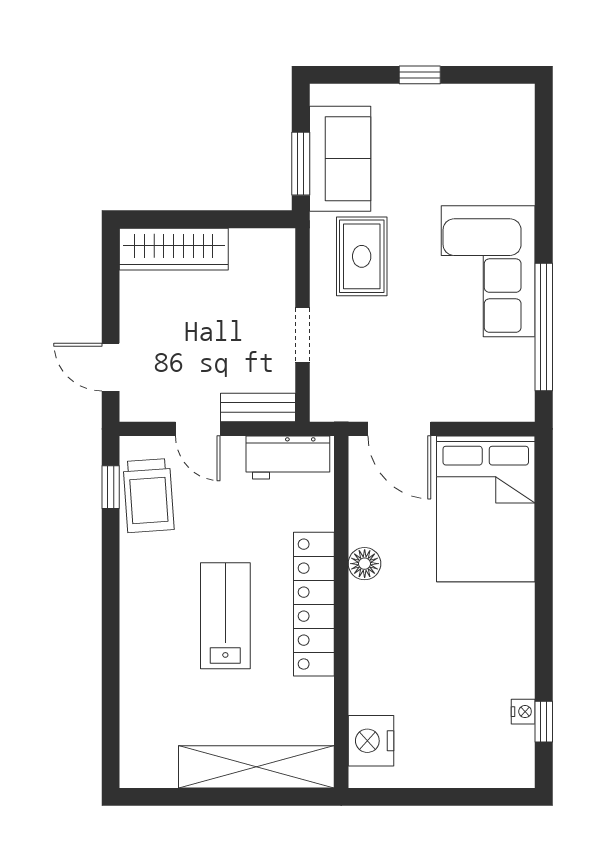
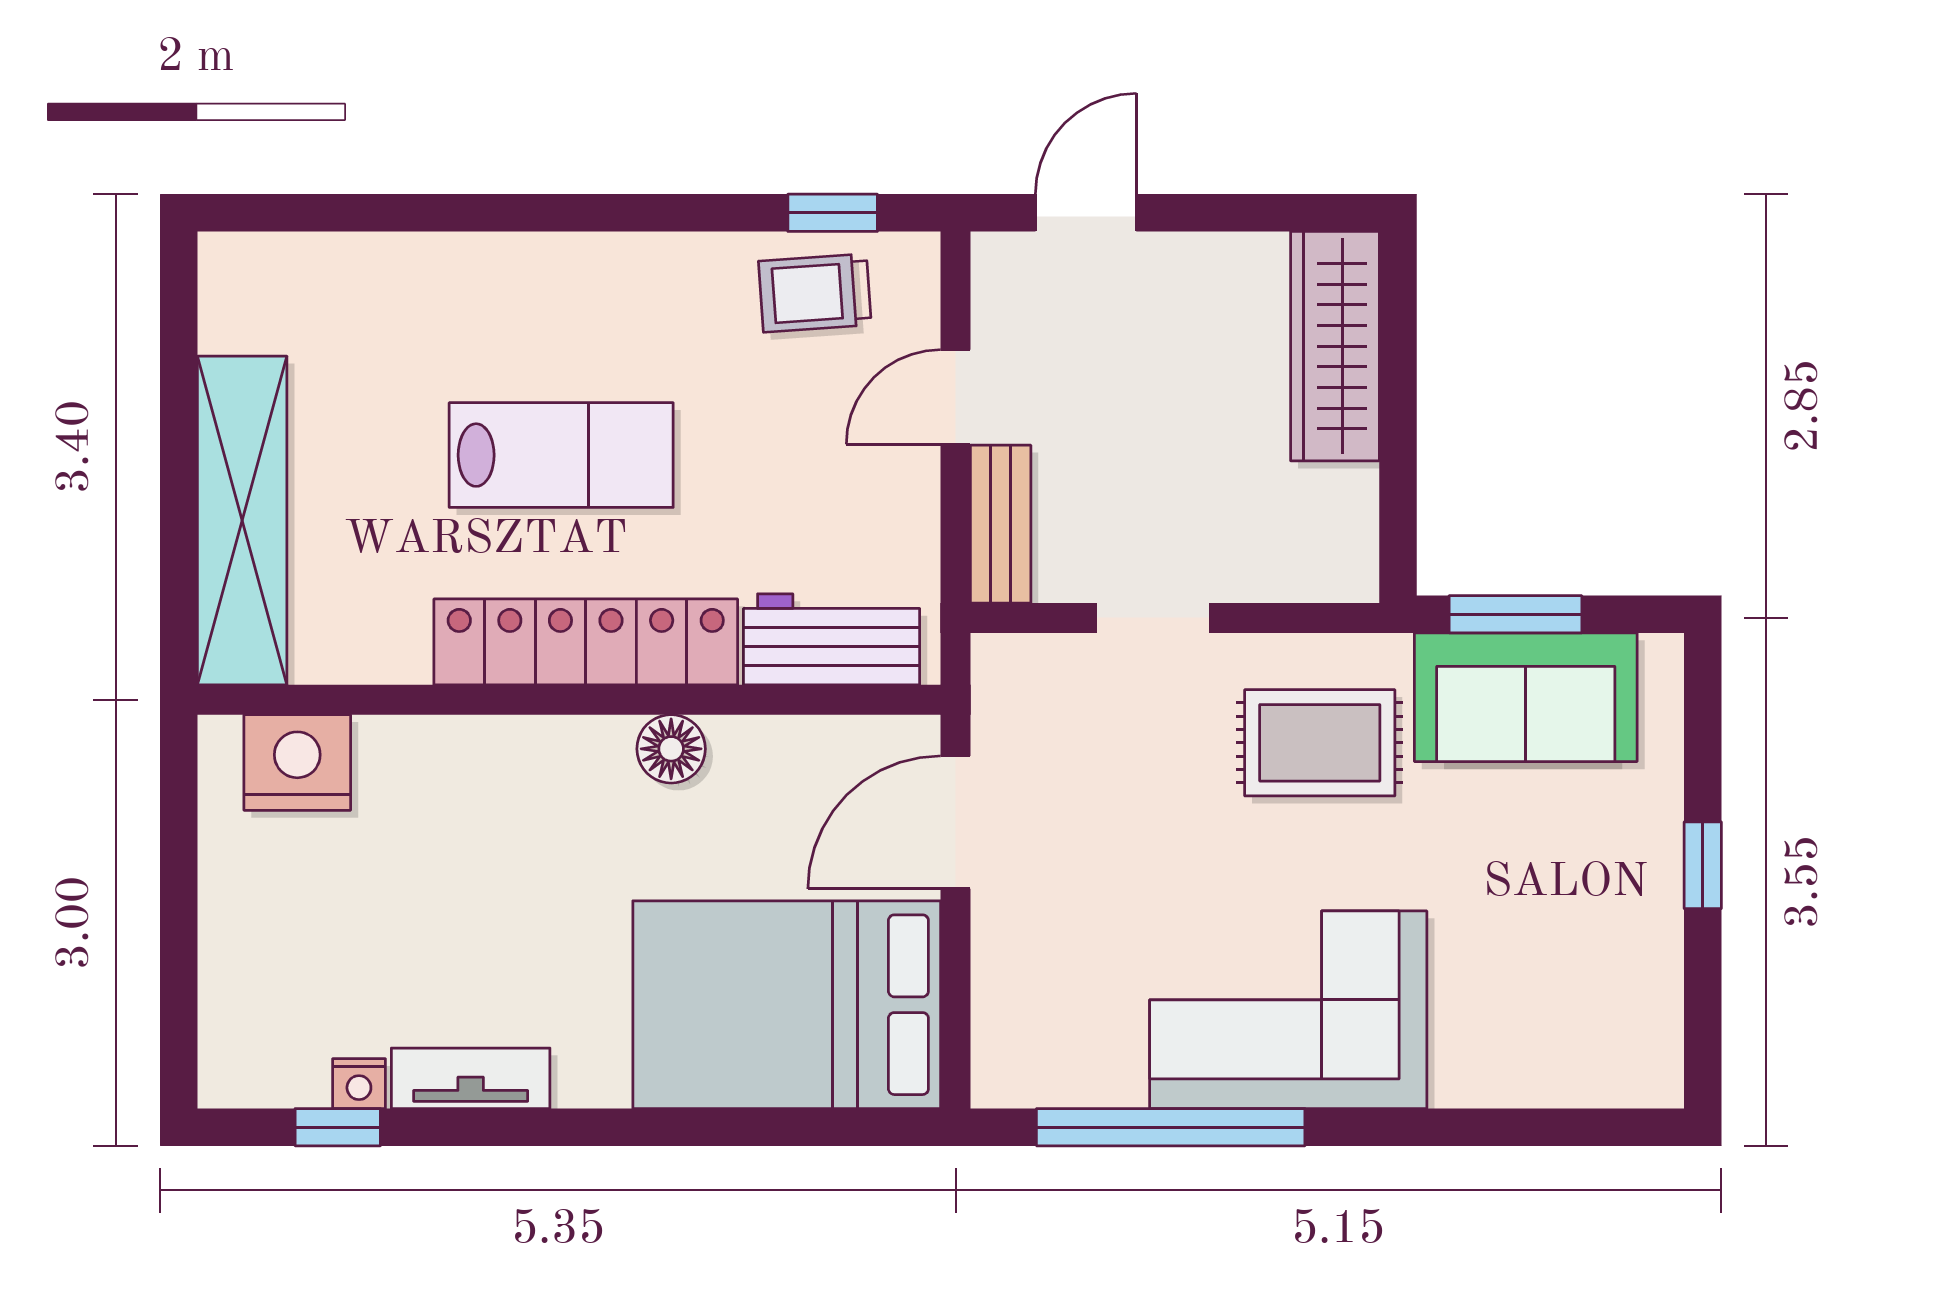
workbench: (288, 457) -> (832, 639), moved, turned 90
trolley: (149, 496) -> (815, 293), width x0.73, depth x0.72
tv unit: (521, 659) -> (471, 1078), added

